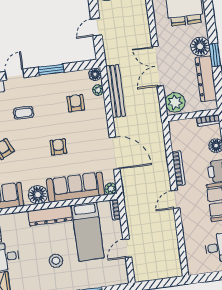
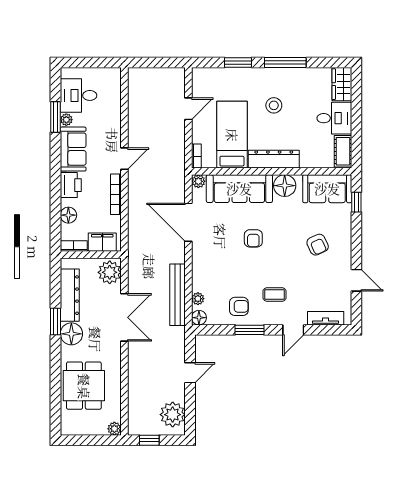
armchair: (76, 103) -> (239, 306), moved, turned -90
coffee table: (24, 113) -> (275, 294), moved
filing cabinet: (185, 127) -> (102, 242), added

